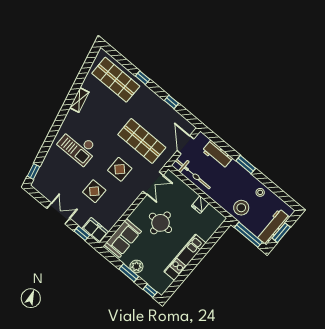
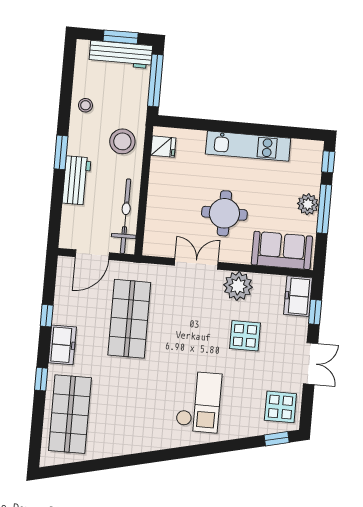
shelving: (79, 100) -> (133, 445), removed
freezer: (152, 100) -> (62, 345), added
workbench: (217, 155) -> (77, 180), moved
display table: (120, 169) -> (280, 407), moved
double door: (153, 183) -> (196, 264), moved
plant: (121, 205) -> (238, 286), added
fridge: (200, 205) -> (163, 147), moved
stool: (241, 208) -> (122, 141), moved
double door: (58, 213) -> (311, 364), swing flipped
window: (129, 273) -> (324, 209), width x1.44

